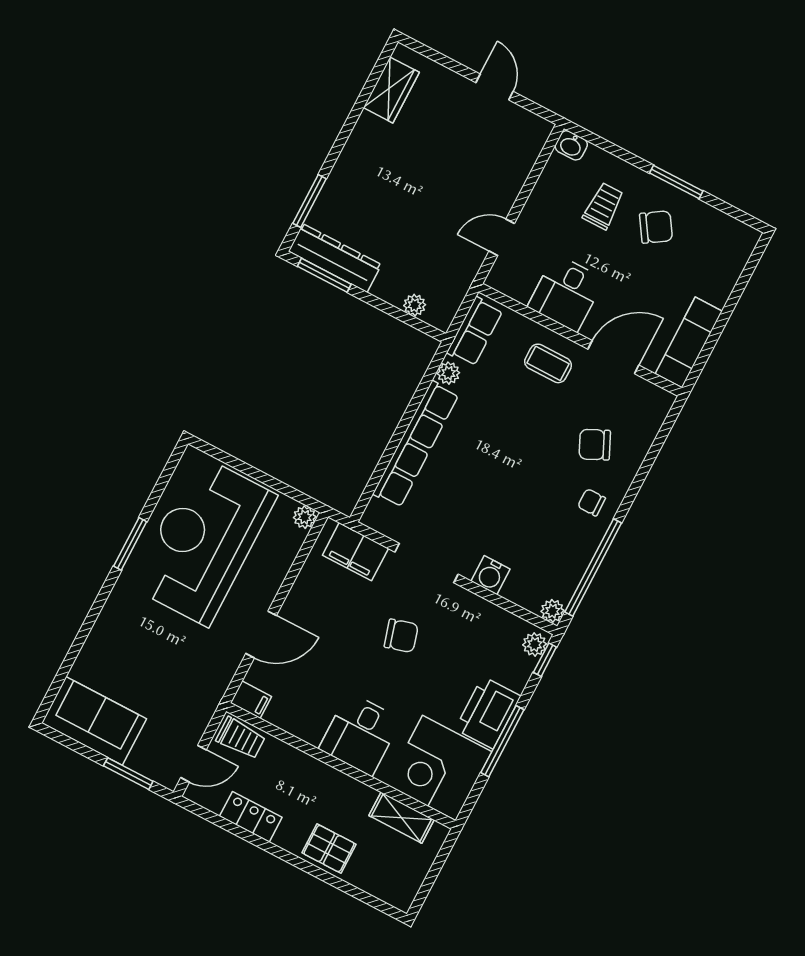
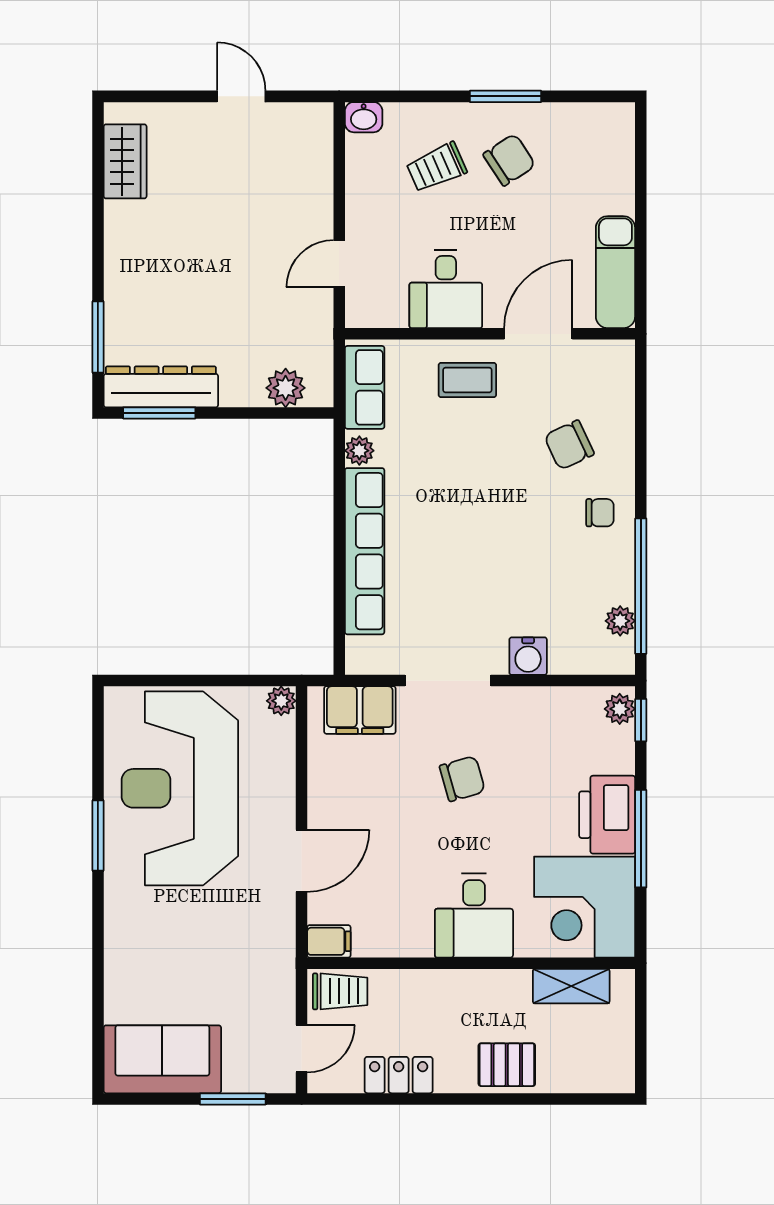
trolley: (603, 206) -> (437, 167), turned -114
plant: (415, 305) -> (286, 388), width x1.38, depth x1.38
chair: (592, 502) -> (600, 513), turned 180
plant: (552, 611) -> (620, 621), moved

